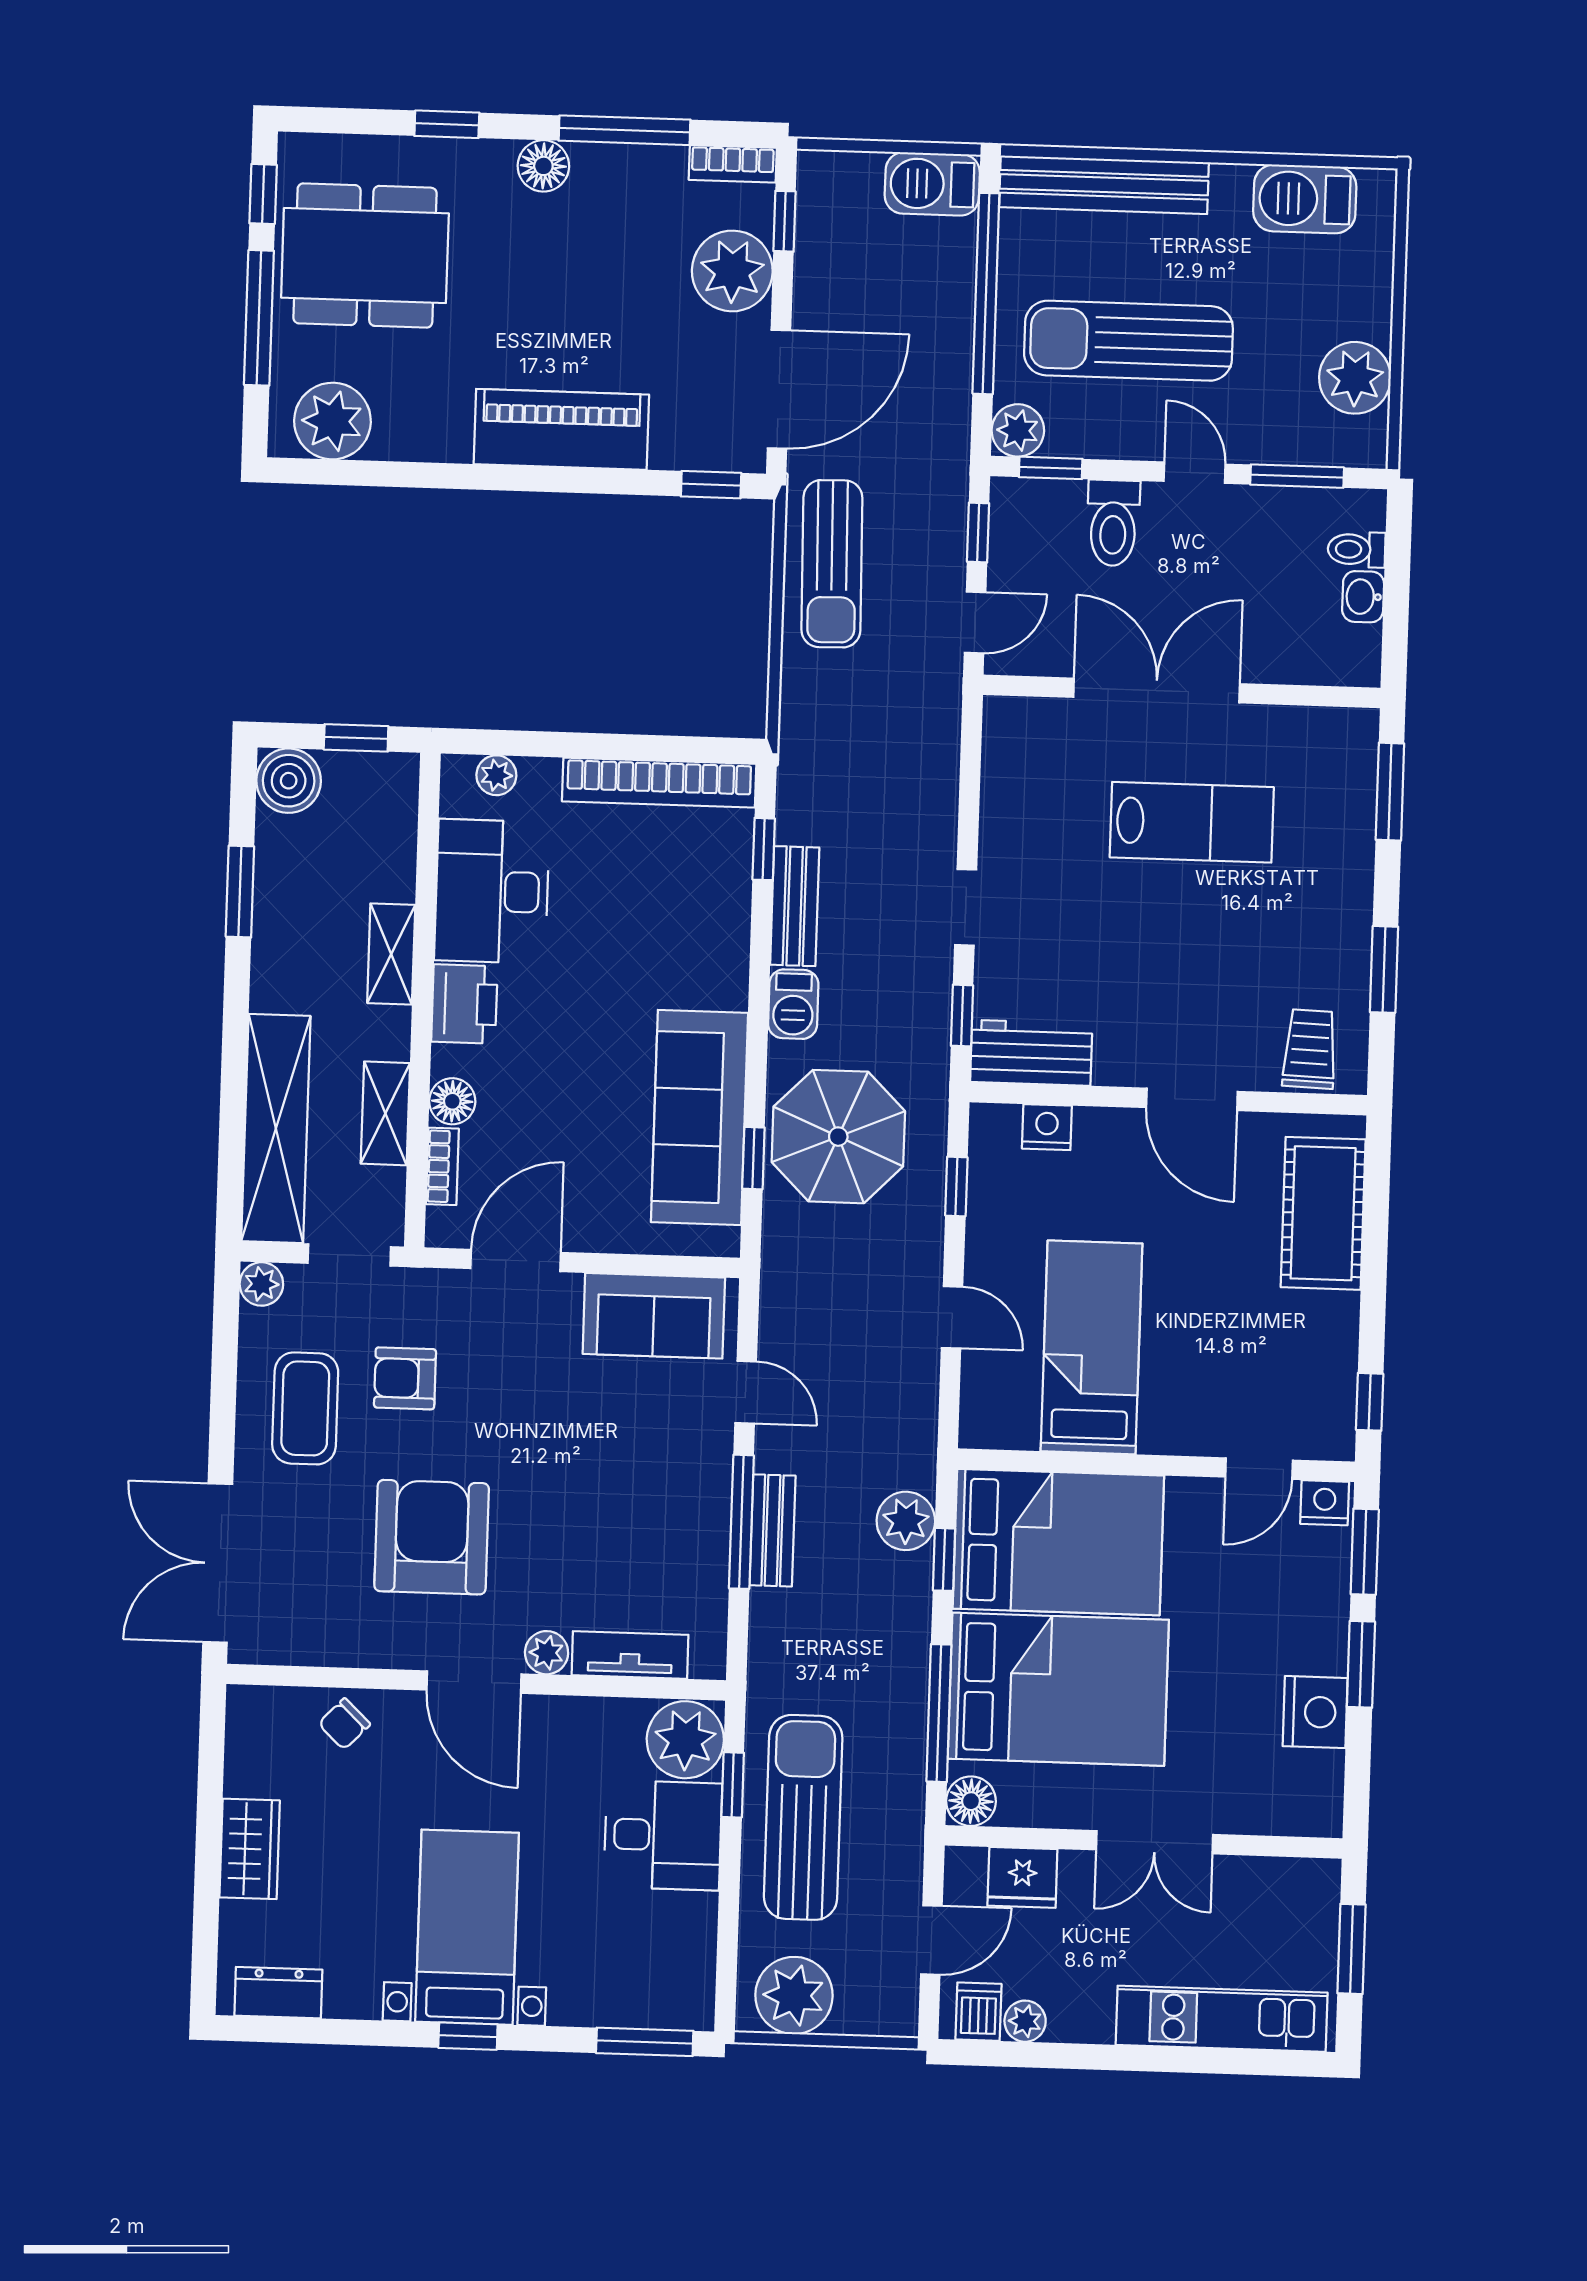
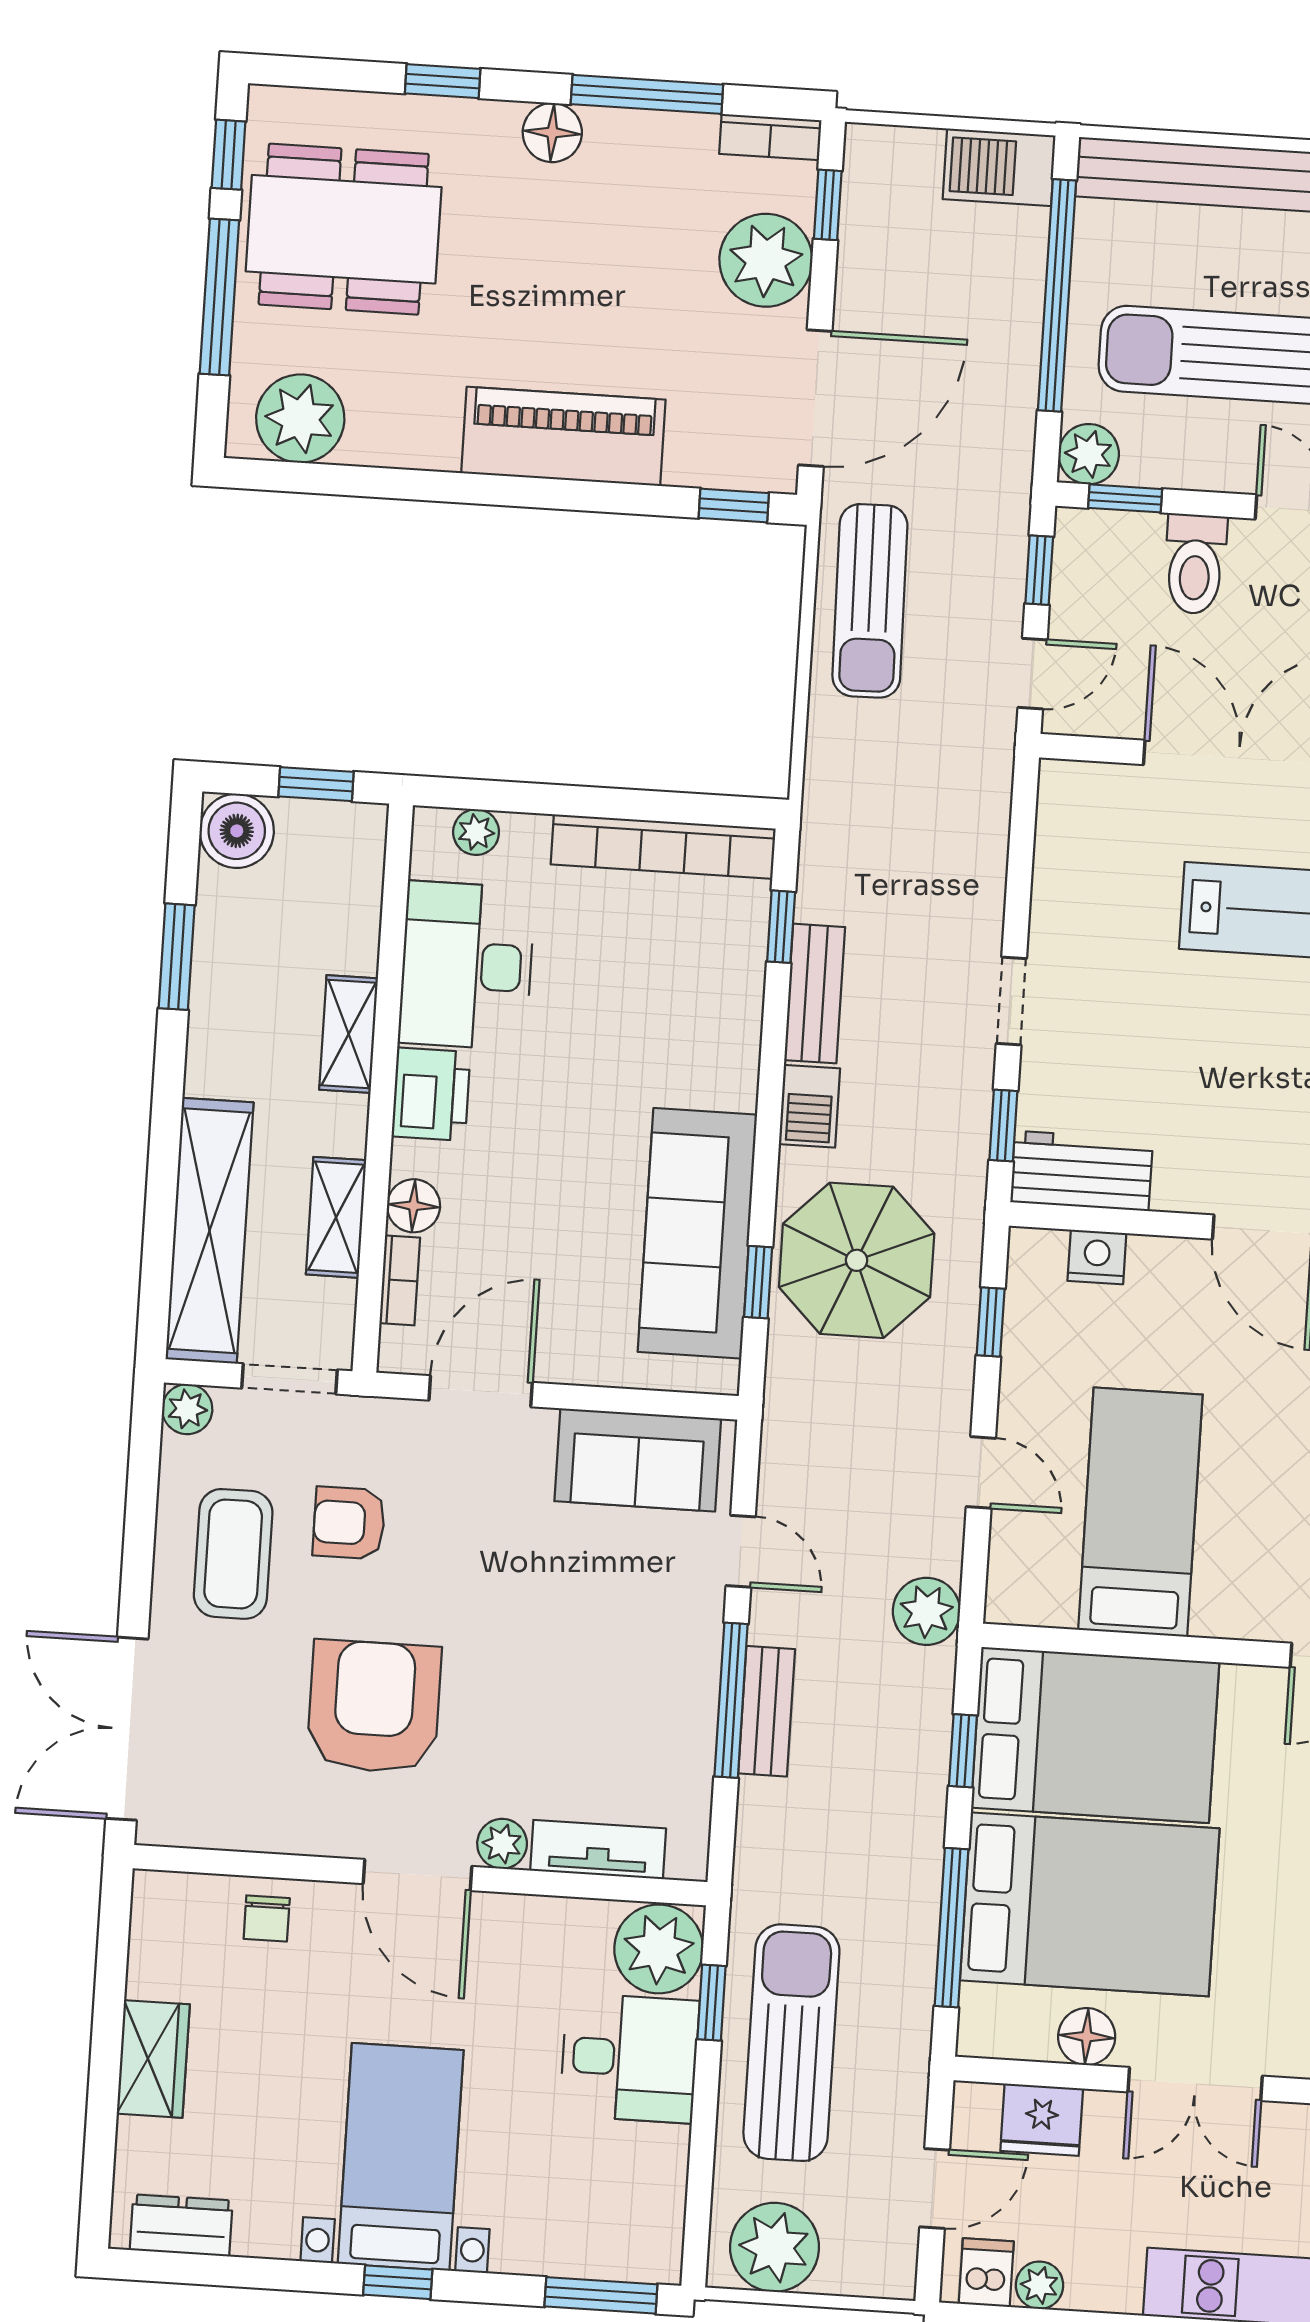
plant: (906, 1521) -> (926, 1611), moved
chair: (344, 1724) -> (267, 1918), turned -44
floor lamp: (971, 1801) -> (1087, 2037), moved

